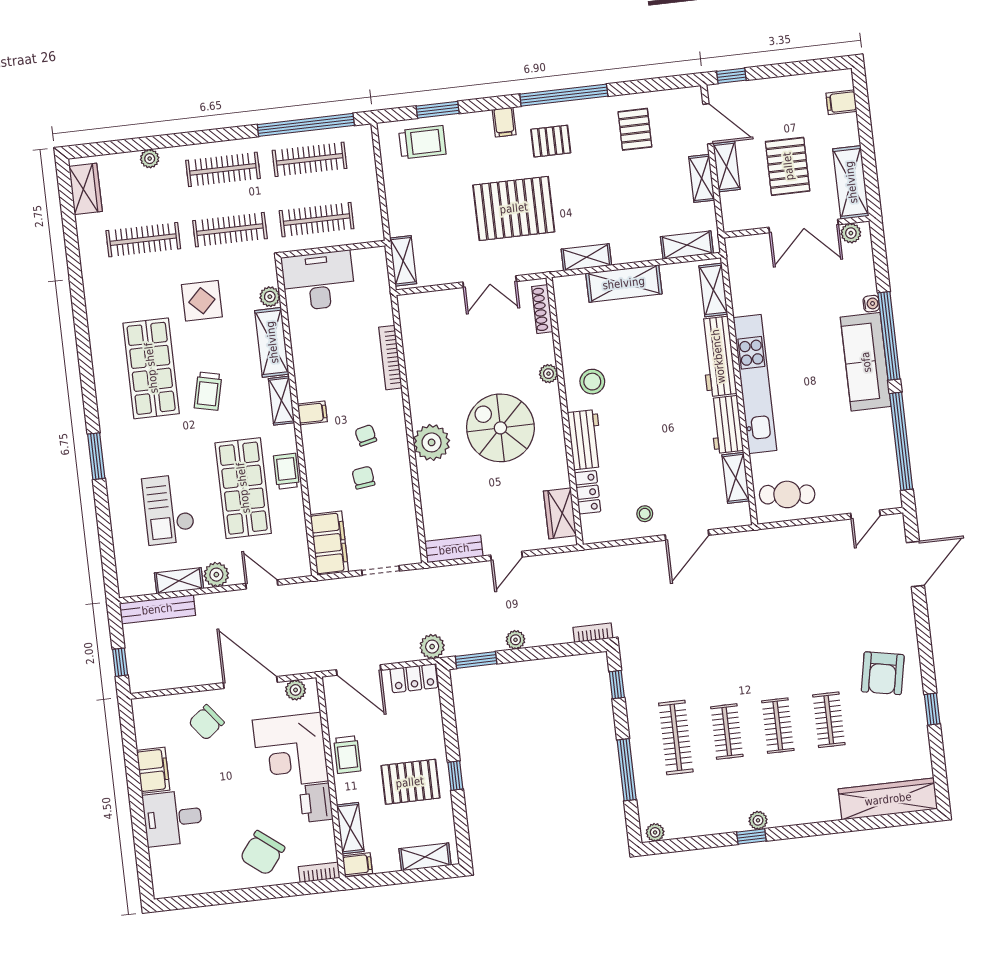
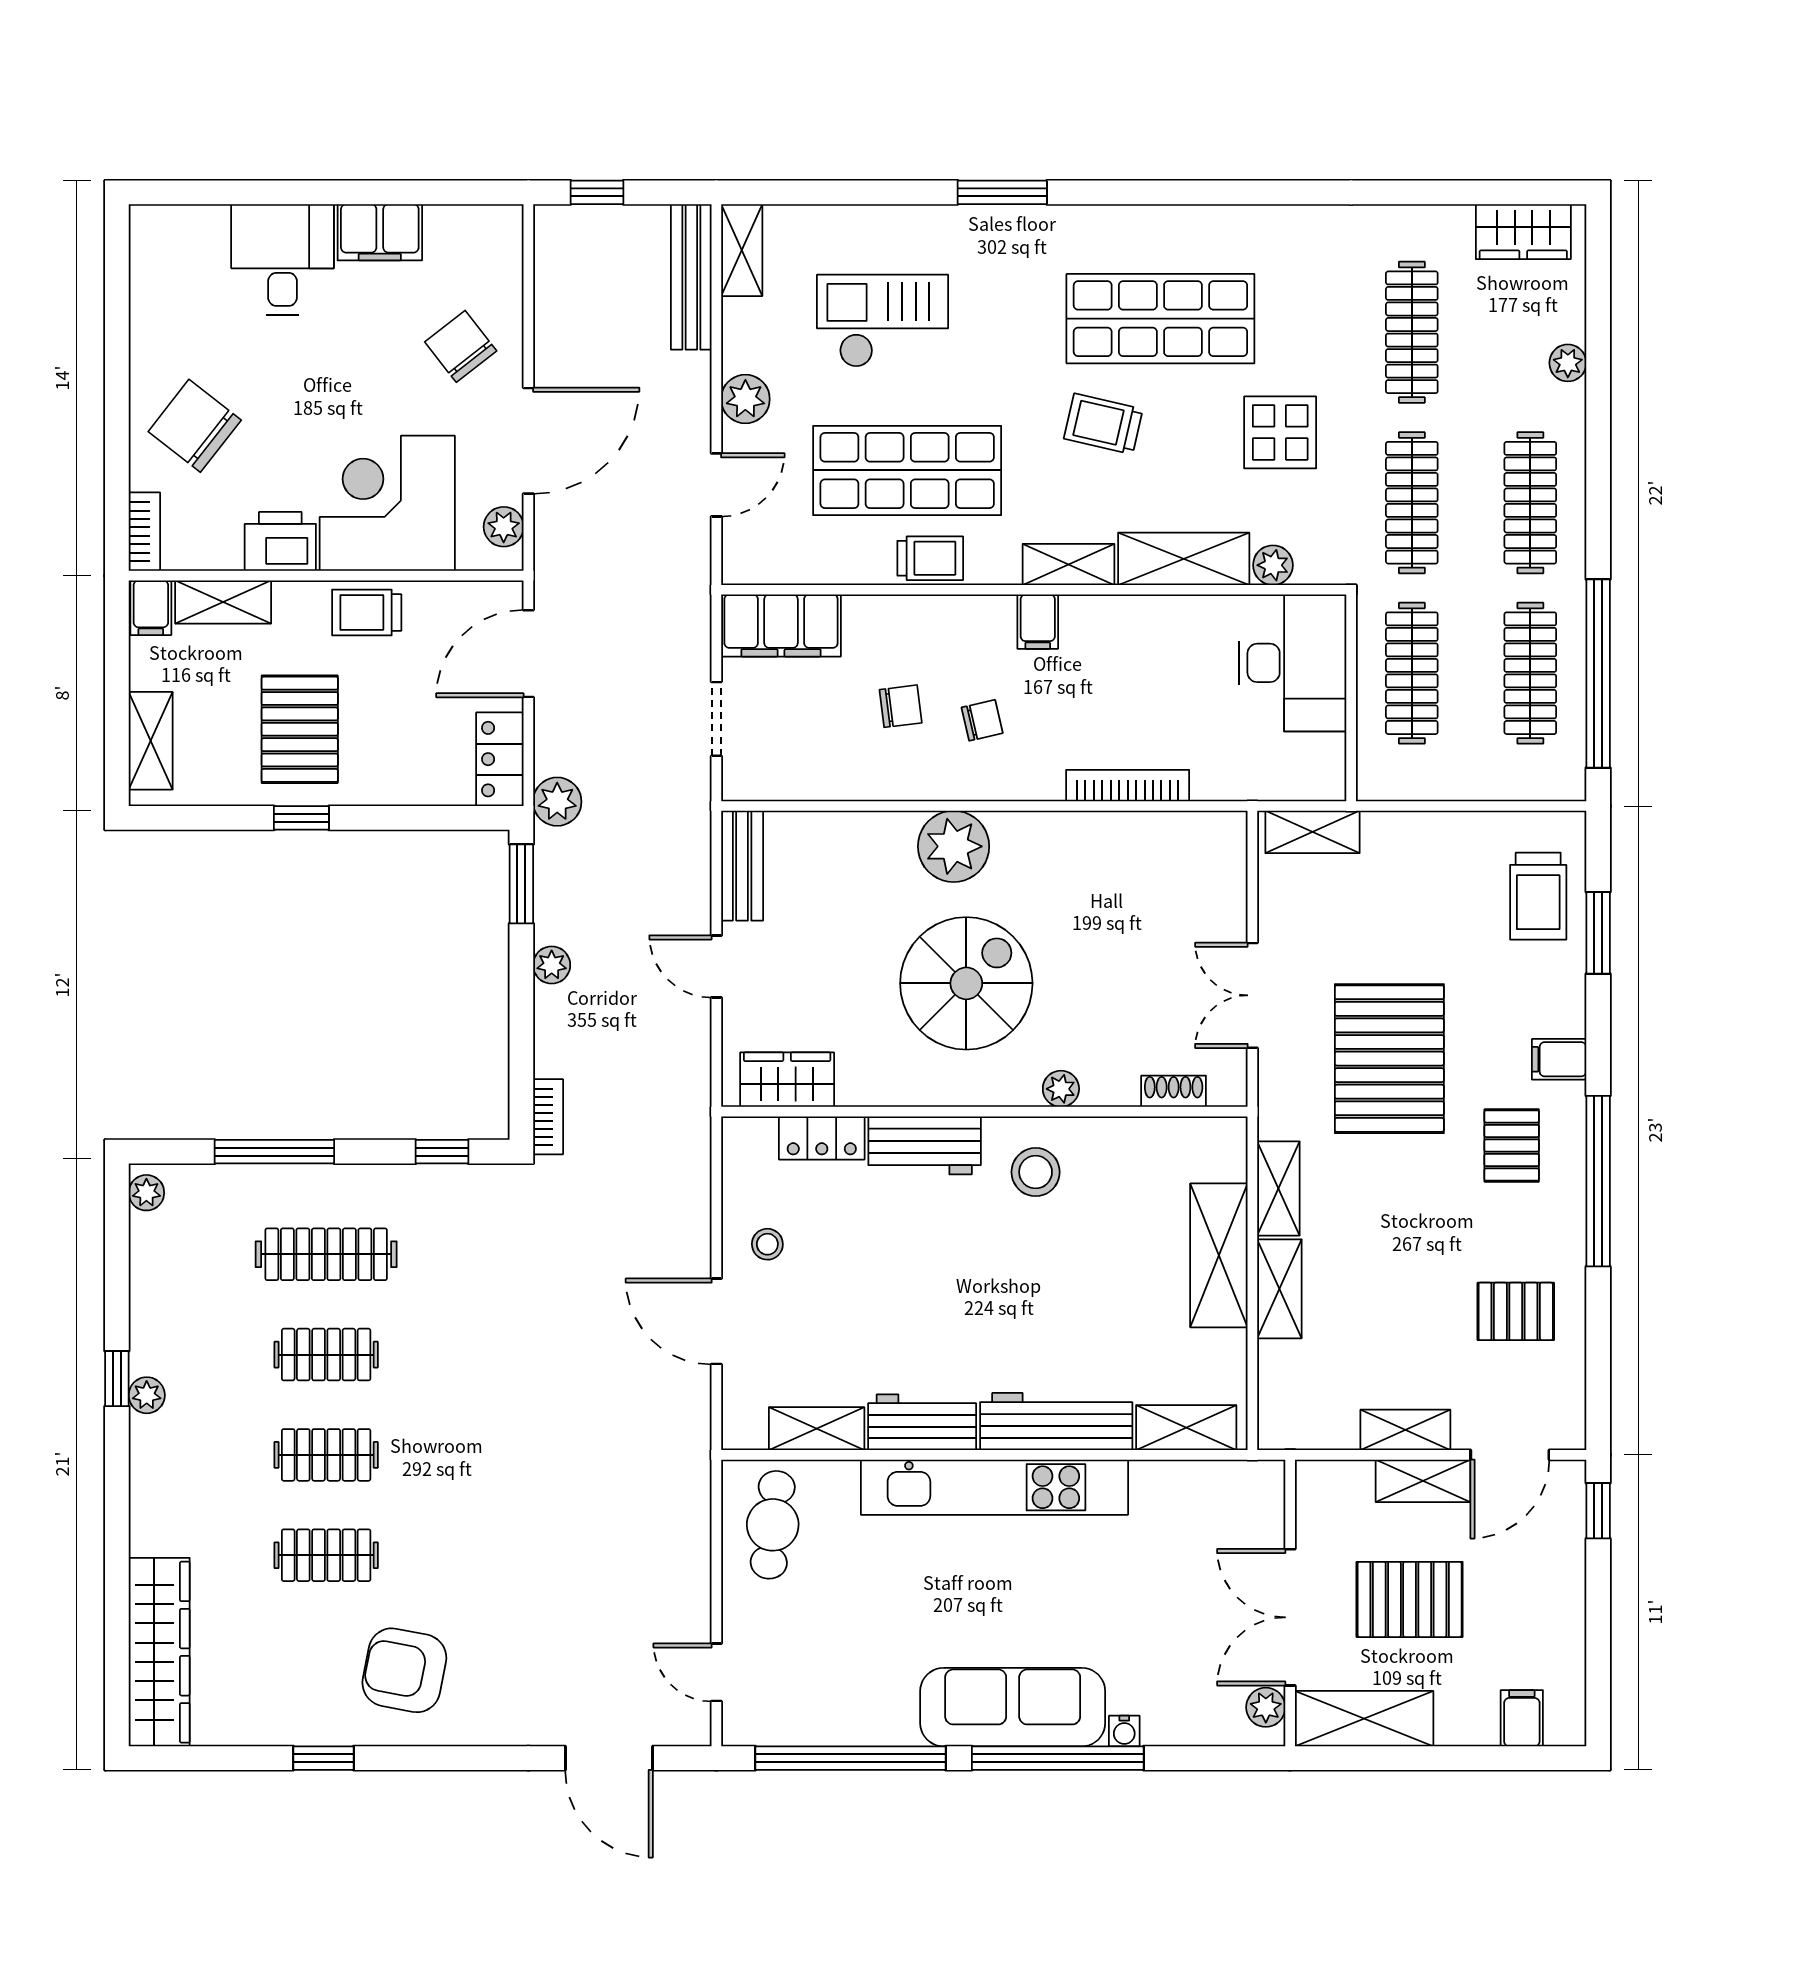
shelving: (687, 245) -> (1279, 1289), moved
shoe rack: (542, 309) -> (1174, 1091), width x0.70
shelving: (179, 581) -> (742, 250), moved

